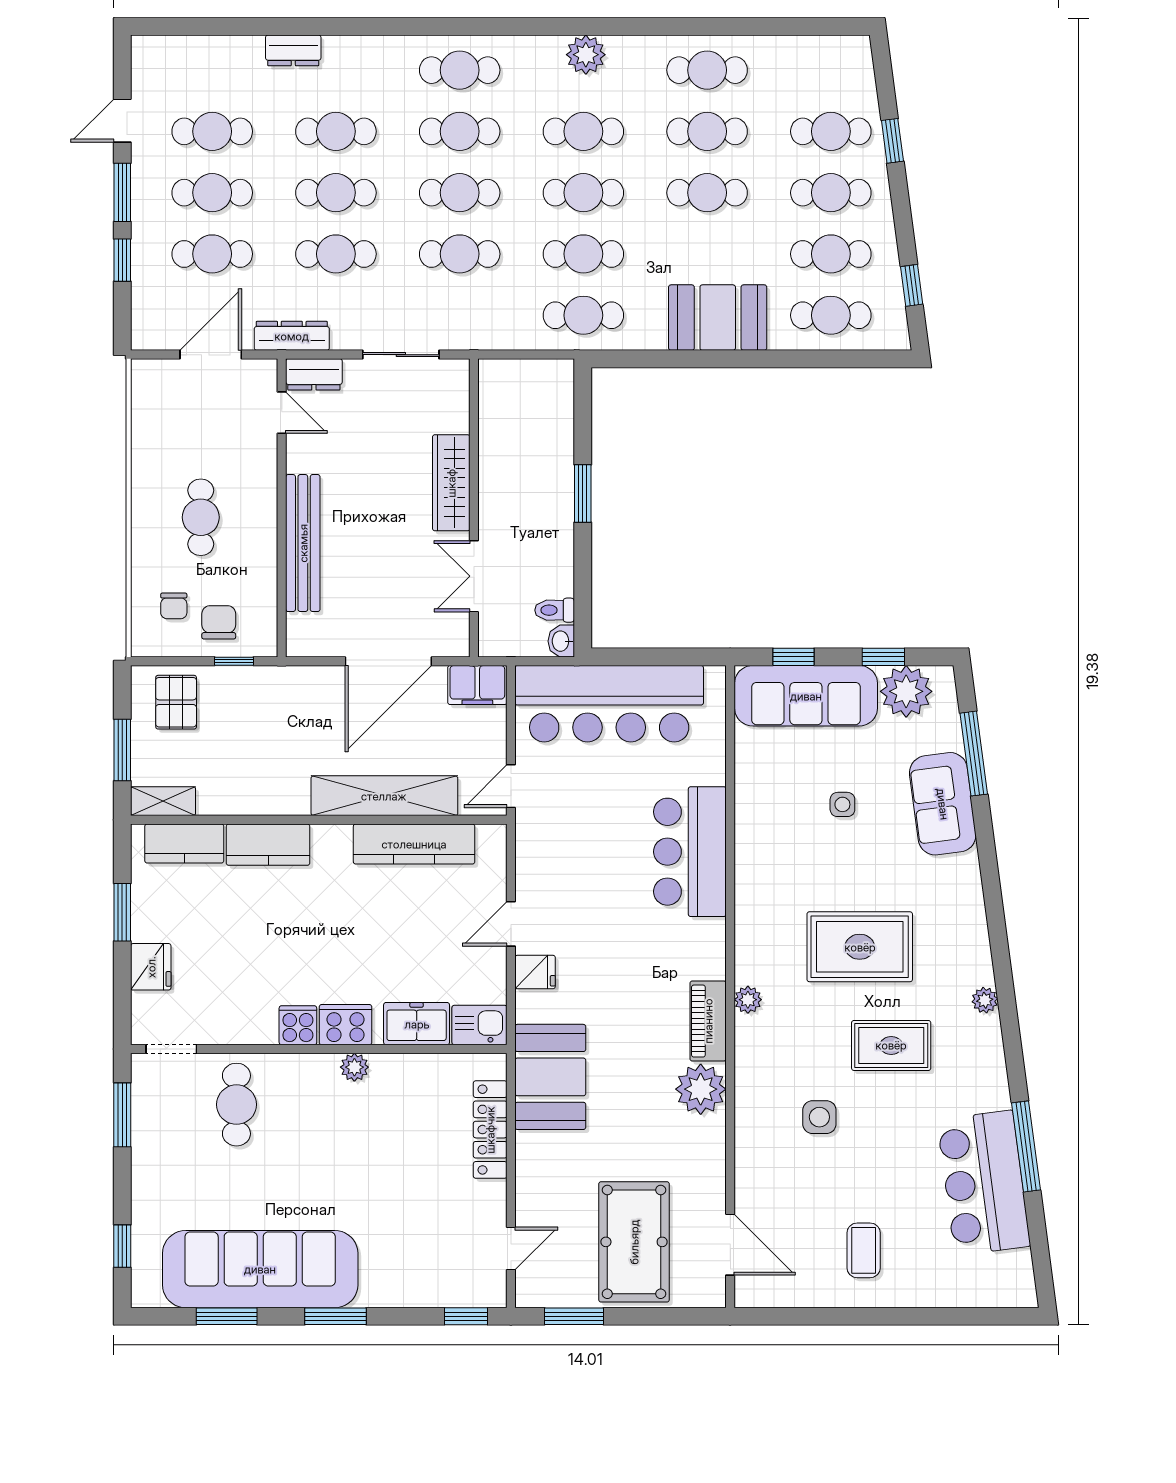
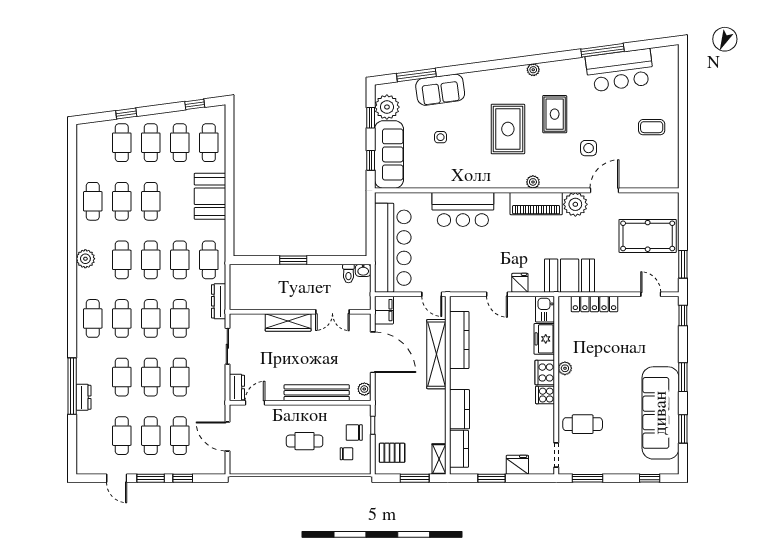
window: (317, 26) -> (72, 386), added
dresser: (292, 336) -> (219, 301), moved
plant: (311, 643) -> (364, 389), added
piano: (708, 1021) -> (536, 204), width x1.37, depth x1.33
door: (730, 1245) -> (605, 190), moved

